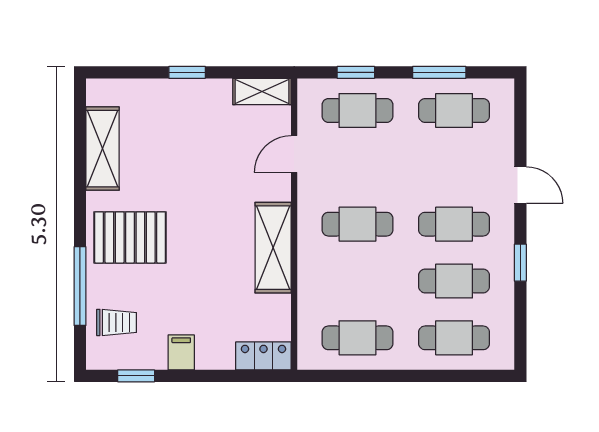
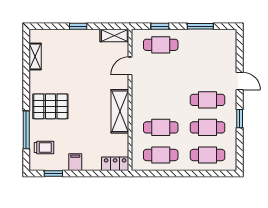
cafe table: (454, 110) -> (208, 45), removed
shelving: (103, 149) -> (35, 57), width x0.67, depth x0.75
cafe table: (358, 224) -> (161, 127), moved

